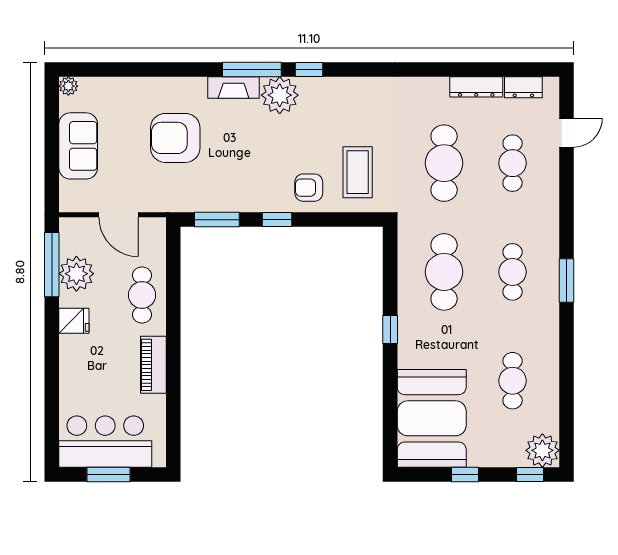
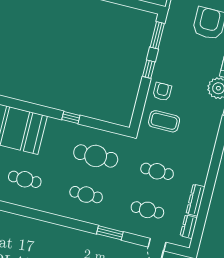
cafe table: (444, 163) -> (157, 171), width x0.73, depth x0.74
window: (566, 280) -> (110, 233), moved

